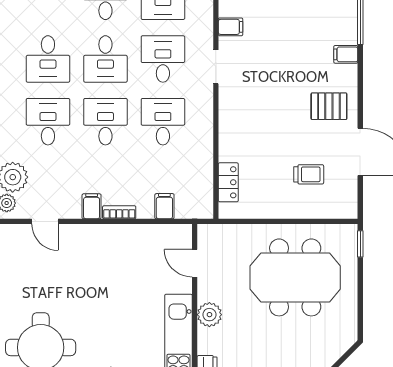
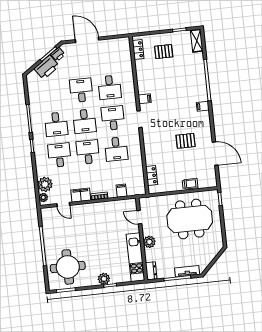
pallet: (329, 106) -> (186, 141), moved
desk: (163, 122) -> (116, 149), turned 180
trolley: (309, 174) -> (190, 184), moved
filing cabinet: (92, 206) -> (81, 195), width x2.00

